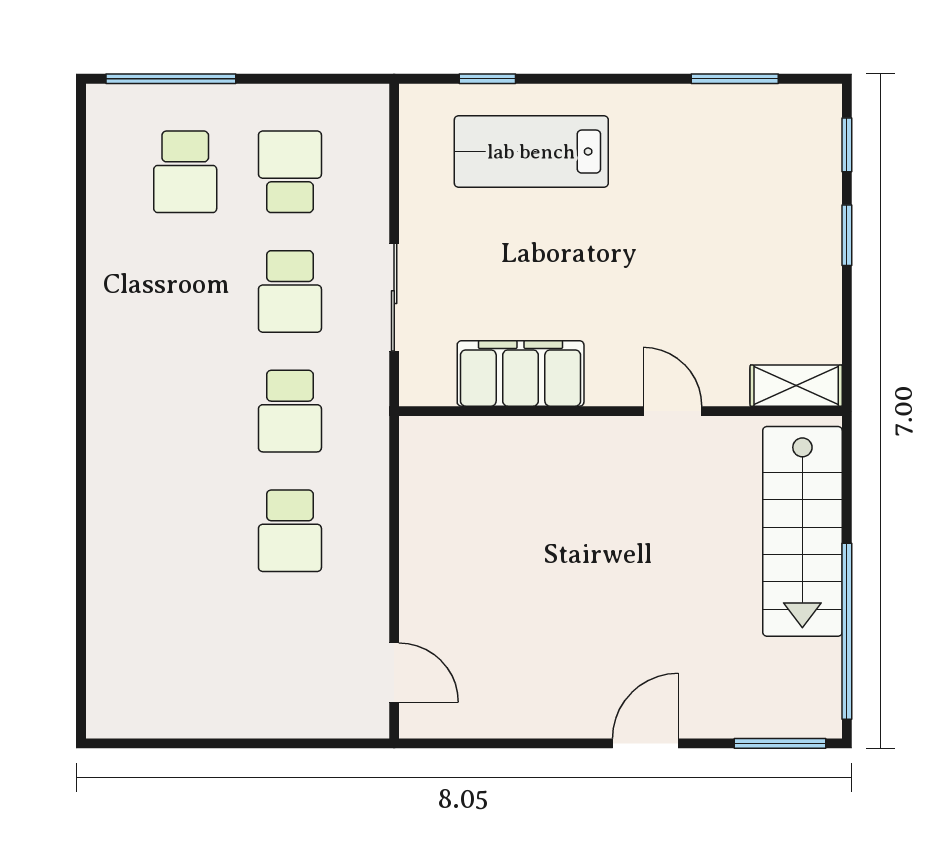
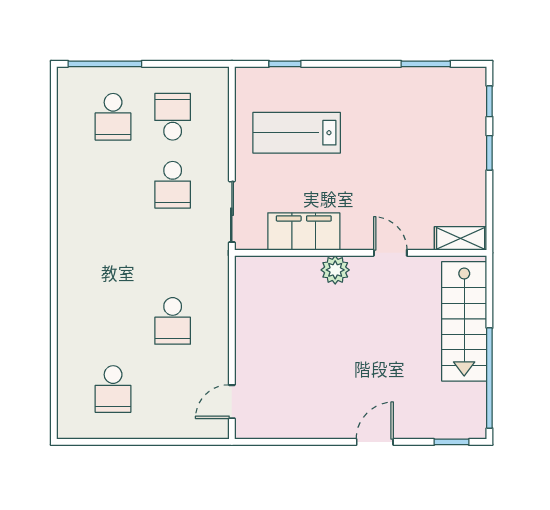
lab bench: (531, 152) -> (297, 133), moved
sliding door: (394, 297) -> (232, 212), moved
school desk: (290, 411) -> (113, 389), moved
plant: (576, 441) -> (335, 270), added
door: (394, 673) -> (232, 402), swing flipped
window: (780, 743) -> (451, 442), width x0.67

